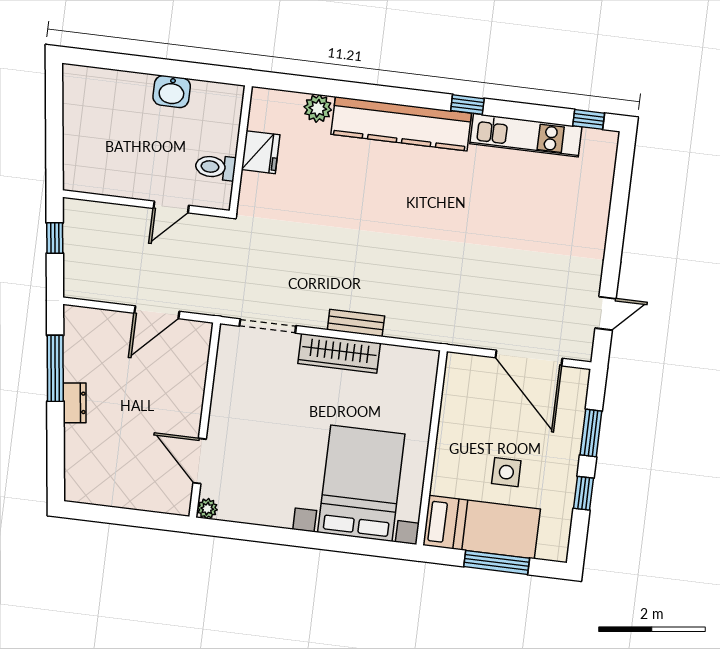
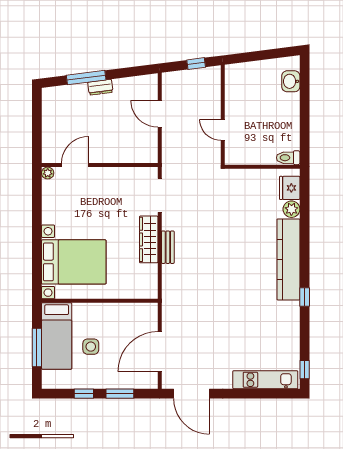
washbasin: (172, 92) -> (291, 81), moved
kitchen unit: (526, 135) -> (265, 380), moved, turned 90
fridge: (261, 152) -> (290, 188), moved, turned 90
toilet: (215, 167) -> (288, 158), moved, turned -90
door: (157, 312) -> (160, 114), moved
door: (606, 313) -> (191, 394), width x1.88
window: (55, 368) -> (86, 78), moved

